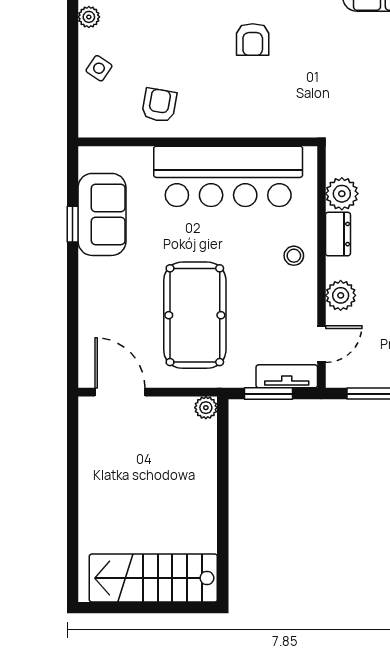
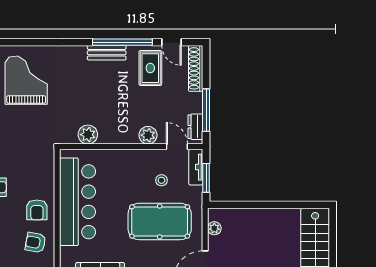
armchair: (214, 108) -> (37, 210), added
dresser: (338, 234) -> (195, 127), moved, turned -90
stool: (294, 256) -> (161, 180), moved
plant: (206, 408) -> (214, 228), moved

